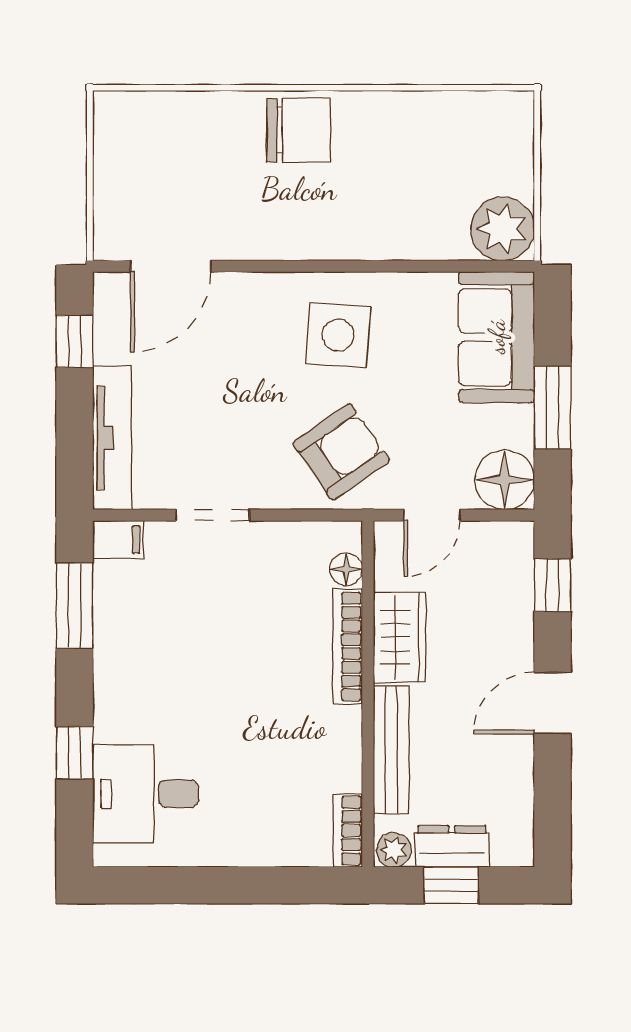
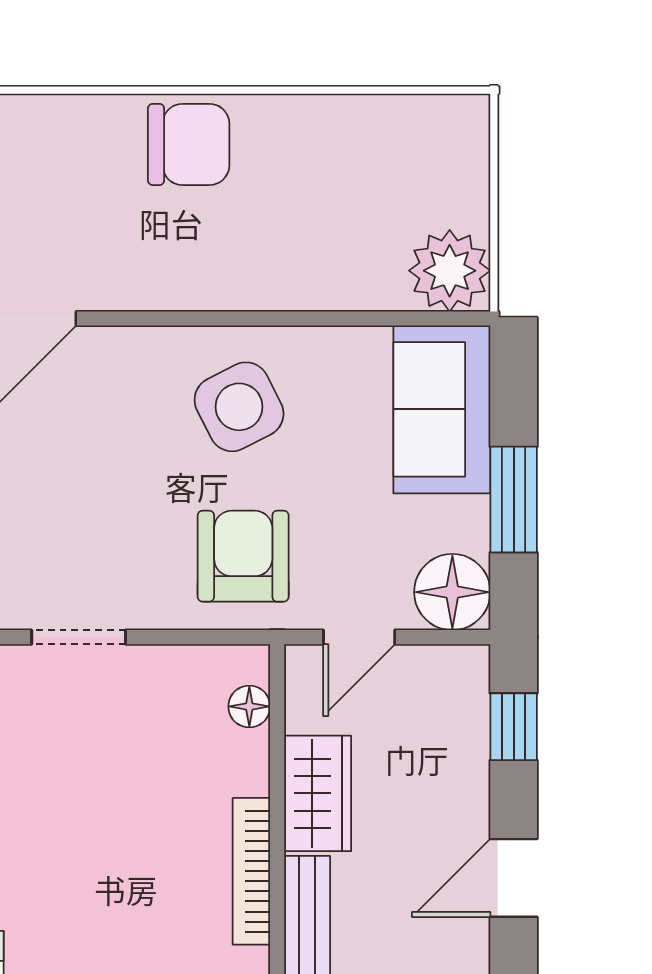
side table: (338, 335) -> (239, 407), turned -31
armchair: (341, 452) -> (243, 556), turned -55
bookcase: (348, 647) -> (251, 871), moved

